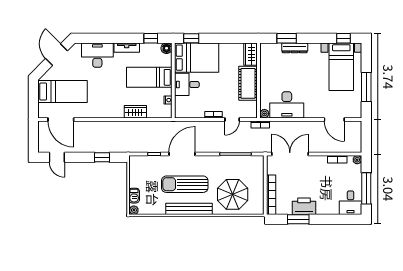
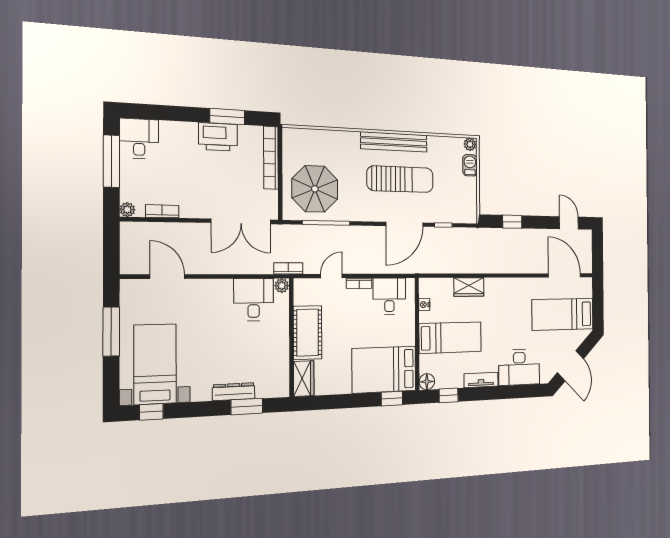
desk: (187, 84) -> (389, 296), moved, turned -90
desk: (287, 105) -> (254, 300), width x0.73
parasol: (233, 194) -> (315, 189), moved

